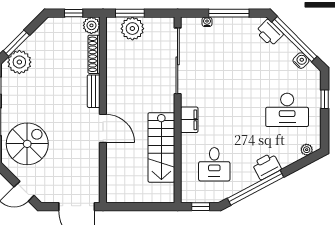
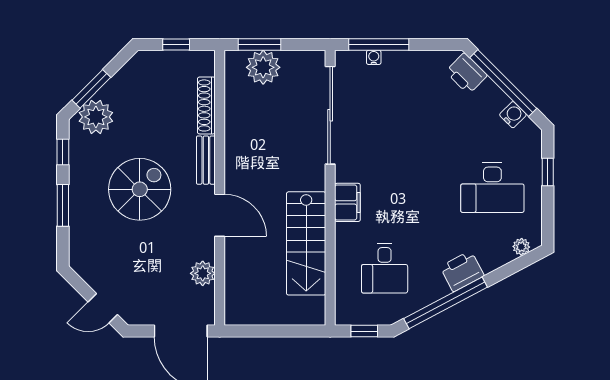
window: (229, 13) -> (379, 45), moved
plant: (91, 25) -> (203, 273), moved
spiral stairs: (27, 144) -> (140, 189), moved

